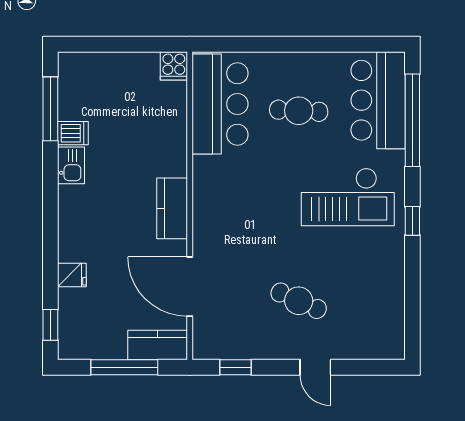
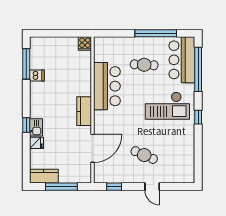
window: (323, 44) -> (156, 33), added
bar counter: (220, 104) -> (107, 86), moved
kitchen sink: (71, 165) -> (36, 127), moved
door: (190, 287) -> (92, 148), swing flipped
window: (50, 325) -> (26, 125), moved
kitchen counter: (158, 345) -> (44, 176), moved

